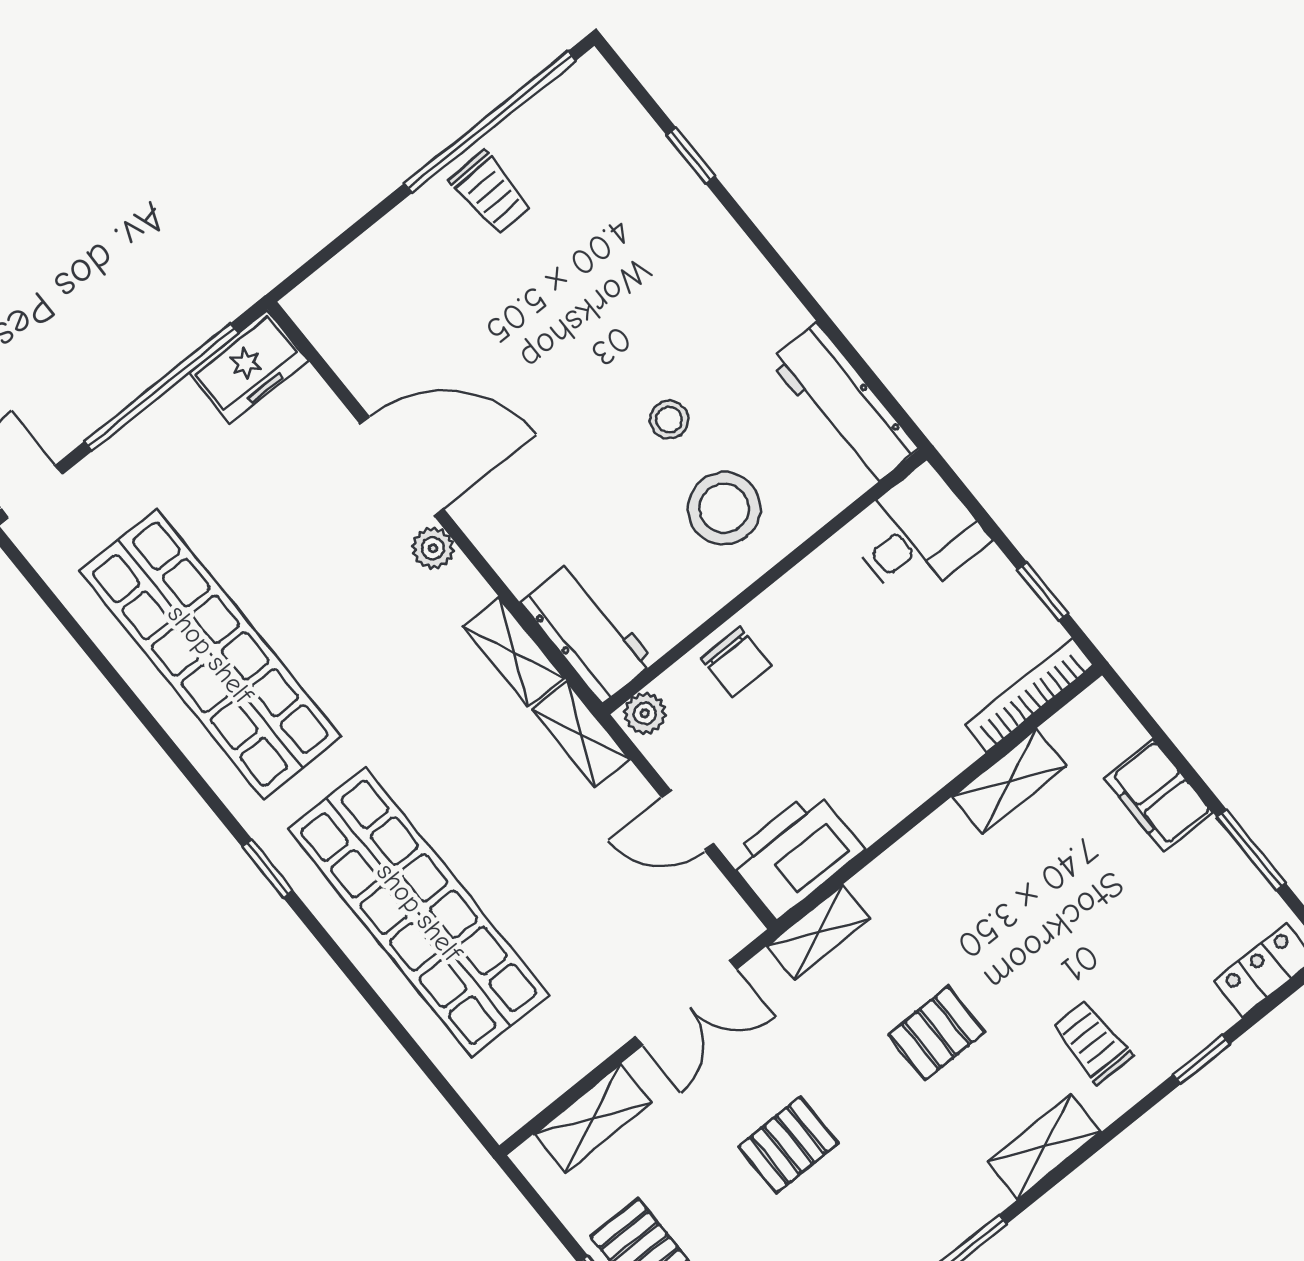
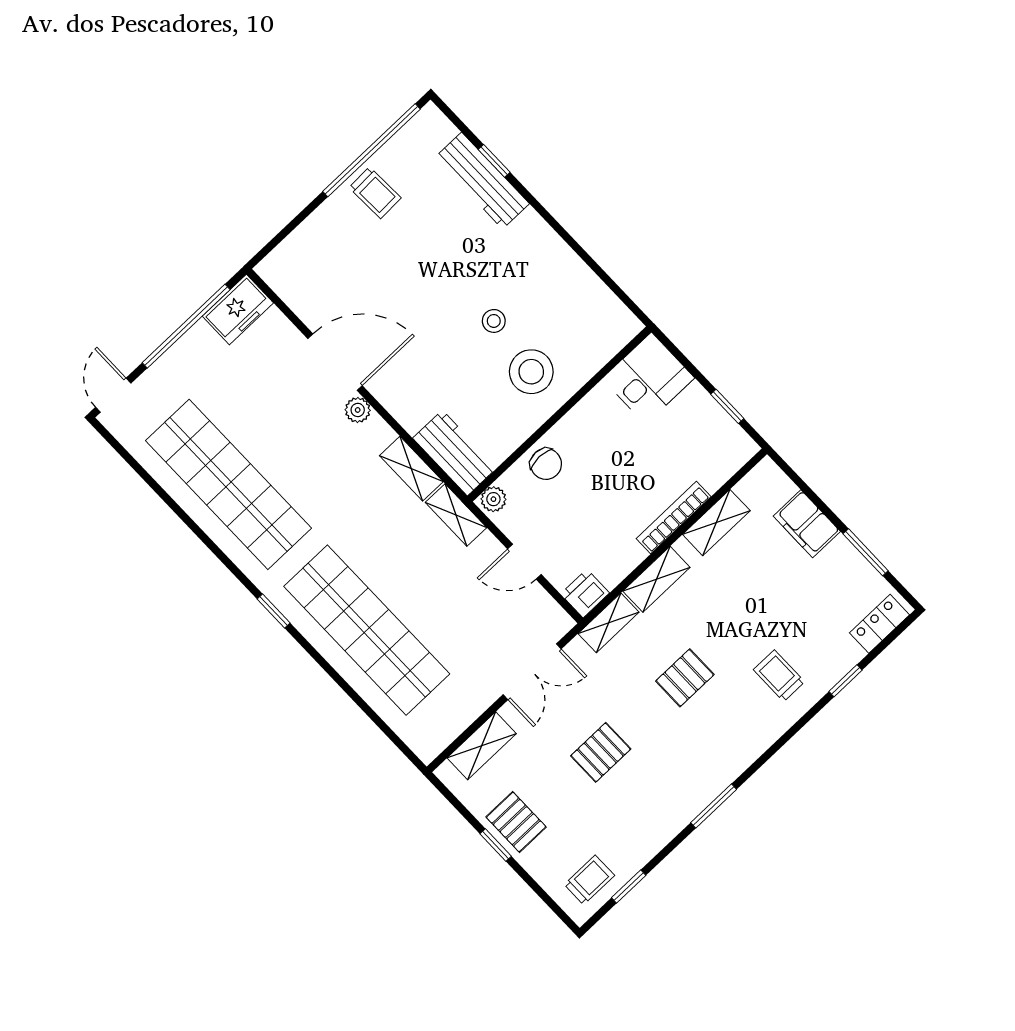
workbench: (844, 404) -> (482, 181), moved
bookcase: (1030, 695) -> (674, 518), moved
printer: (796, 854) -> (585, 593), width x0.53, depth x0.68
shelving: (1044, 1147) -> (656, 579), moved

